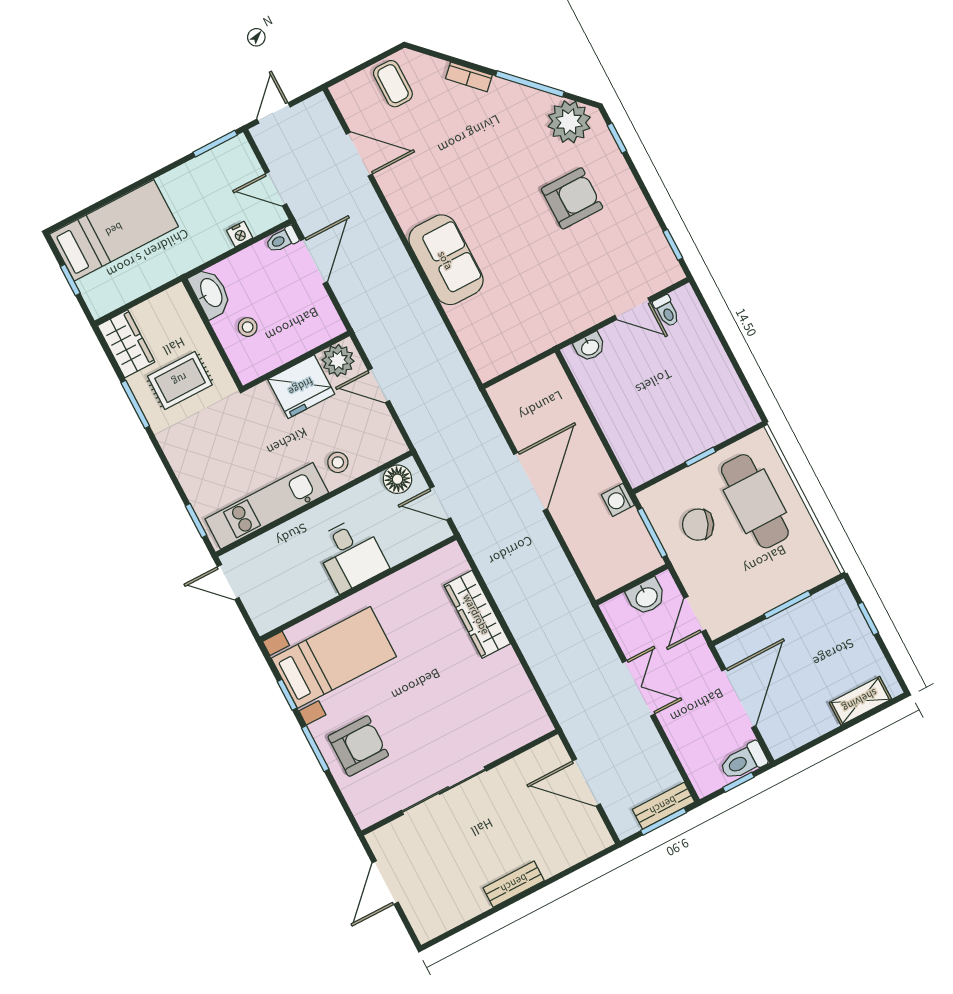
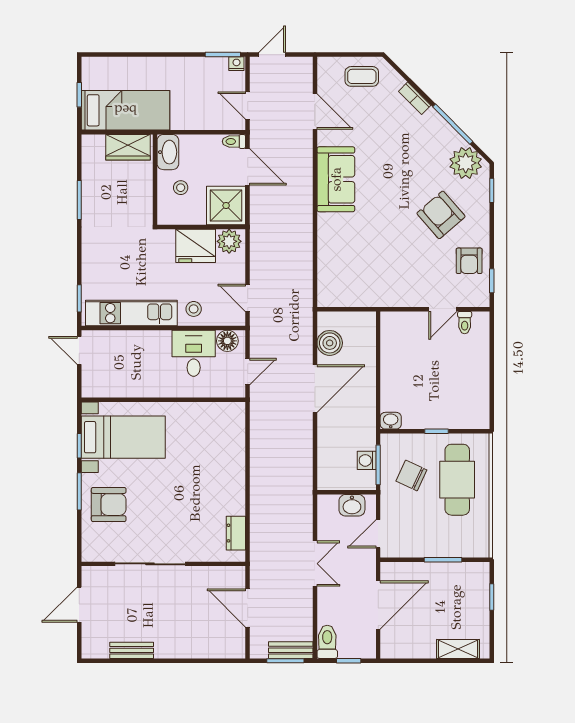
coffee table: (393, 84) -> (362, 76), turned 90
armchair: (572, 198) -> (441, 215), turned -131
bed: (114, 230) -> (125, 110), moved
nightstand: (240, 234) -> (236, 64), moved, turned 180
armchair: (634, 235) -> (469, 261), added
sofa: (446, 260) -> (336, 179), moved
door: (314, 261) -> (248, 167), hinge flipped
door: (632, 309) -> (443, 309), hinge flipped
shower: (312, 320) -> (226, 206), added
wardrobe: (126, 344) -> (128, 147), moved, turned 90
washbasin: (590, 347) -> (391, 421), moved, turned 180
rug: (180, 380) -> (117, 200), removed
door: (379, 385) -> (248, 298), moved
boiler: (520, 419) -> (330, 343), added
washing machine: (618, 500) -> (367, 460), moved
door: (440, 503) -> (248, 372), swing flipped
desk: (351, 554) -> (194, 353), moved, turned 180
wardrobe: (477, 614) -> (233, 458), removed
dresser: (526, 701) -> (236, 533), added
toilet: (743, 761) -> (327, 642), moved, turned 90
bench: (514, 884) -> (132, 650), moved

